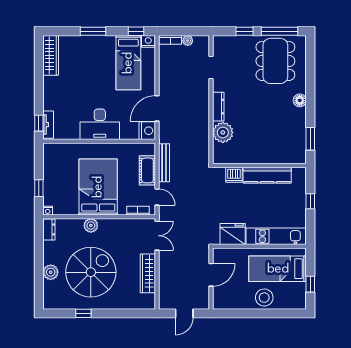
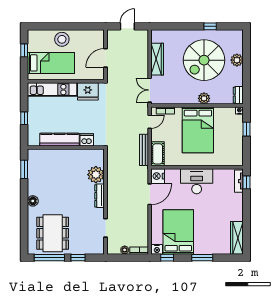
bed: (128, 63) -> (178, 232), width x1.50
cot: (147, 170) -> (158, 154), moved
door: (157, 197) -> (150, 122), swing flipped

